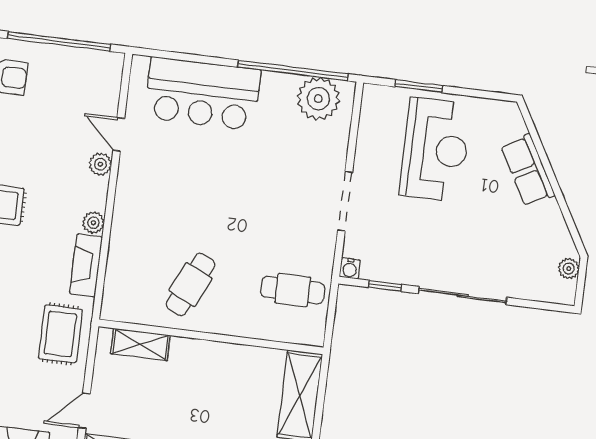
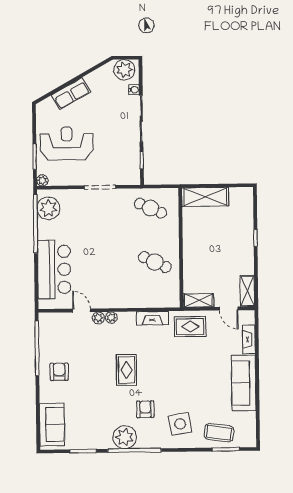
plant: (373, 95) -> (42, 180), added
door: (119, 134) -> (81, 310), swing flipped
plant: (93, 223) -> (111, 318), moved
water cooler: (350, 268) -> (134, 90), moved
plant: (569, 269) -> (124, 70), width x1.87, depth x1.87
cafe table: (293, 290) -> (150, 208), turned -66
shelving: (140, 344) -> (198, 300), moved, turned 90

